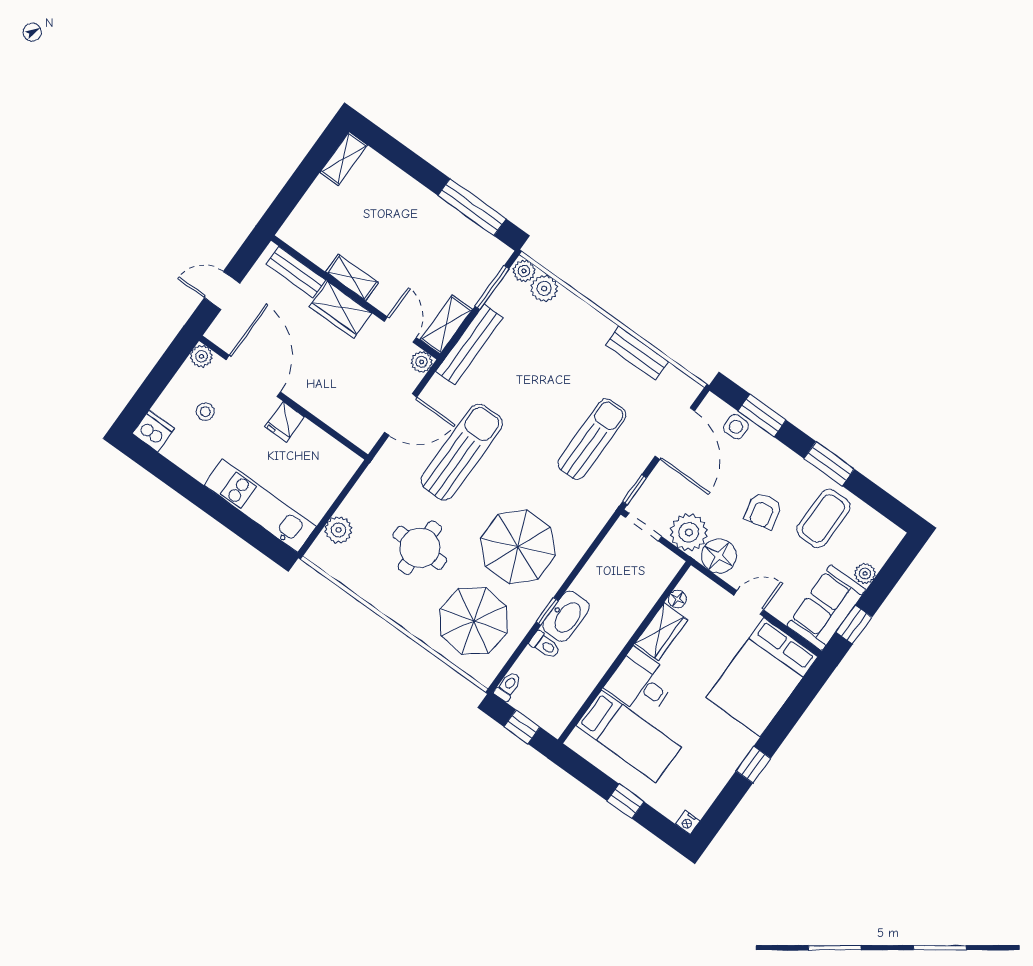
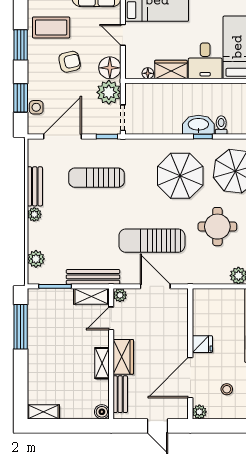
boiler: (290, 233) -> (102, 412), added
plant: (524, 271) -> (34, 214), moved

